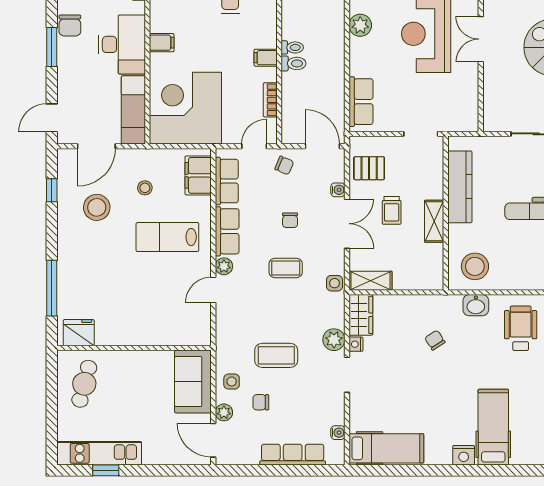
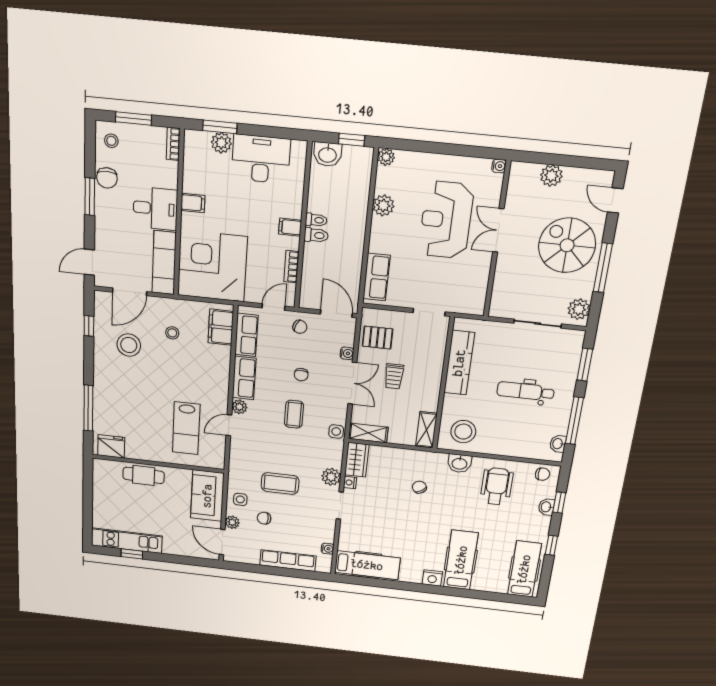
desk: (122, 44) -> (155, 209), width x0.73
shelving: (434, 221) -> (426, 430), moved
lab bench: (167, 237) -> (186, 428), moved, turned -90
coffee table: (286, 268) -> (294, 414), turned 90
cafe table: (84, 384) -> (144, 475), moved, turned 75

